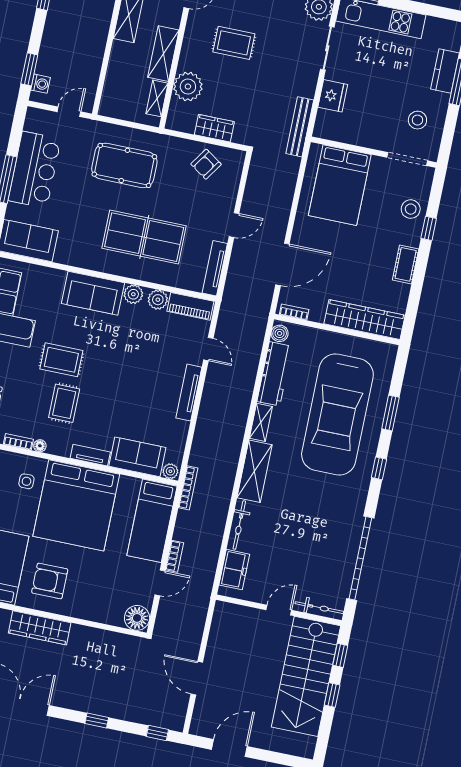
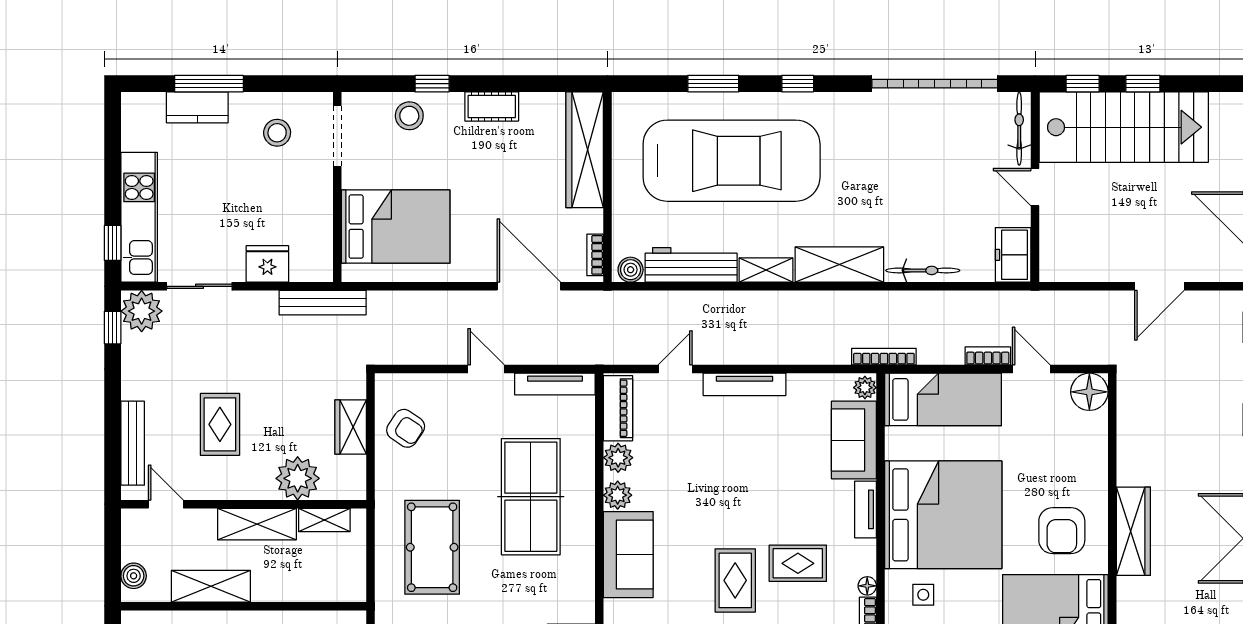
freezer: (234, 570) -> (1013, 255), moved, turned -90

